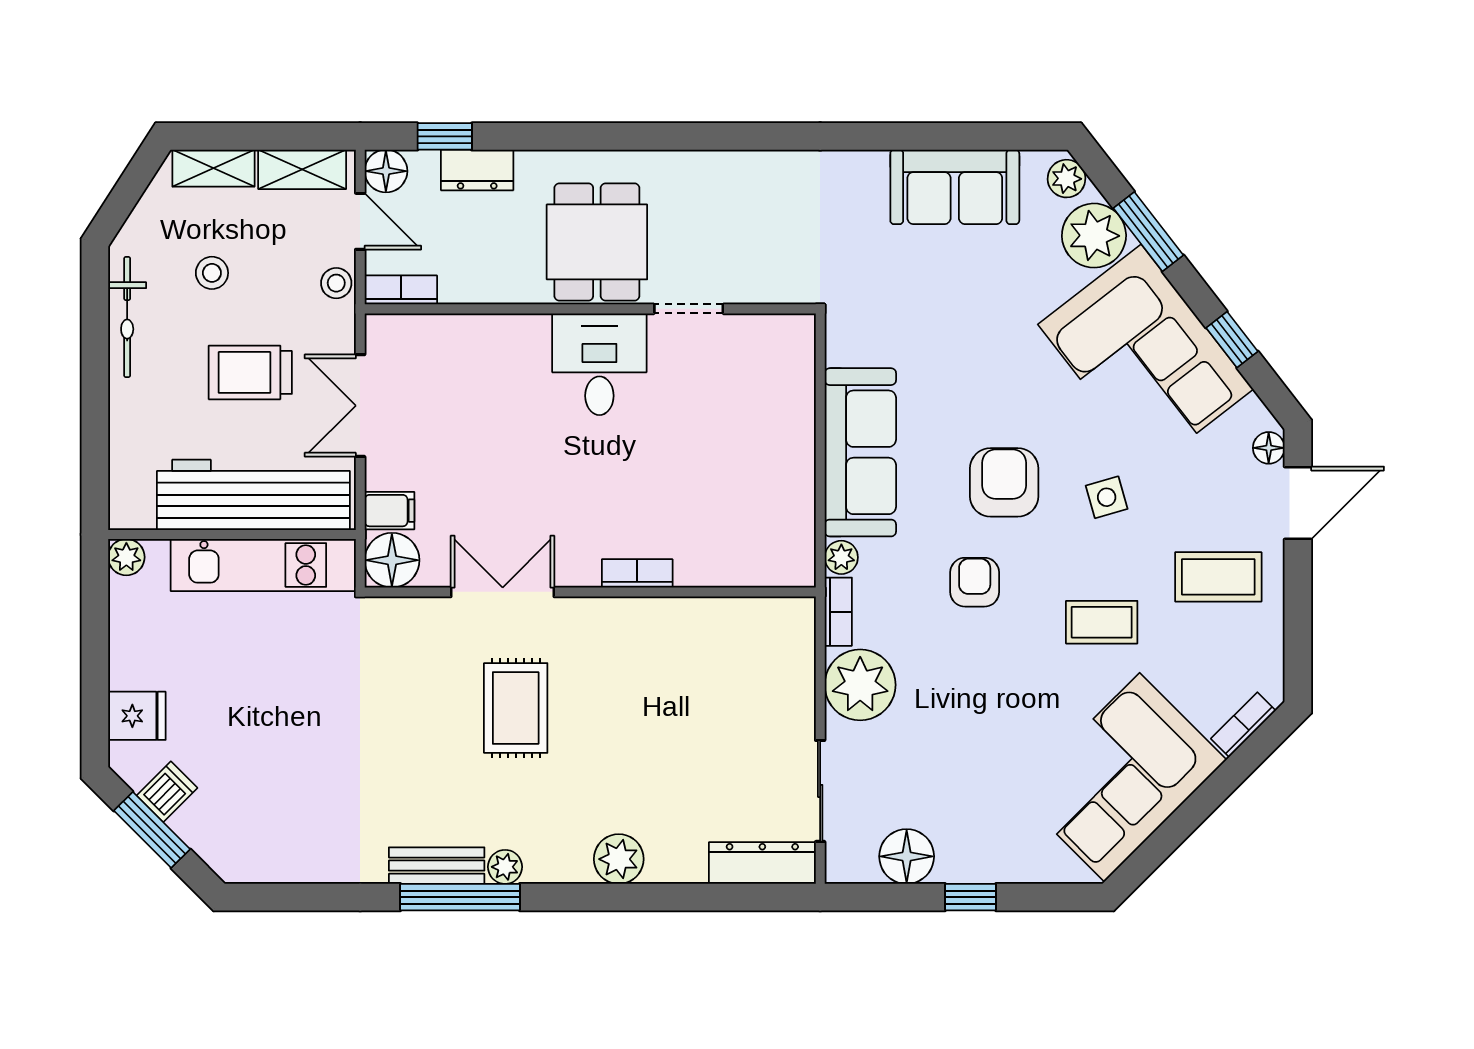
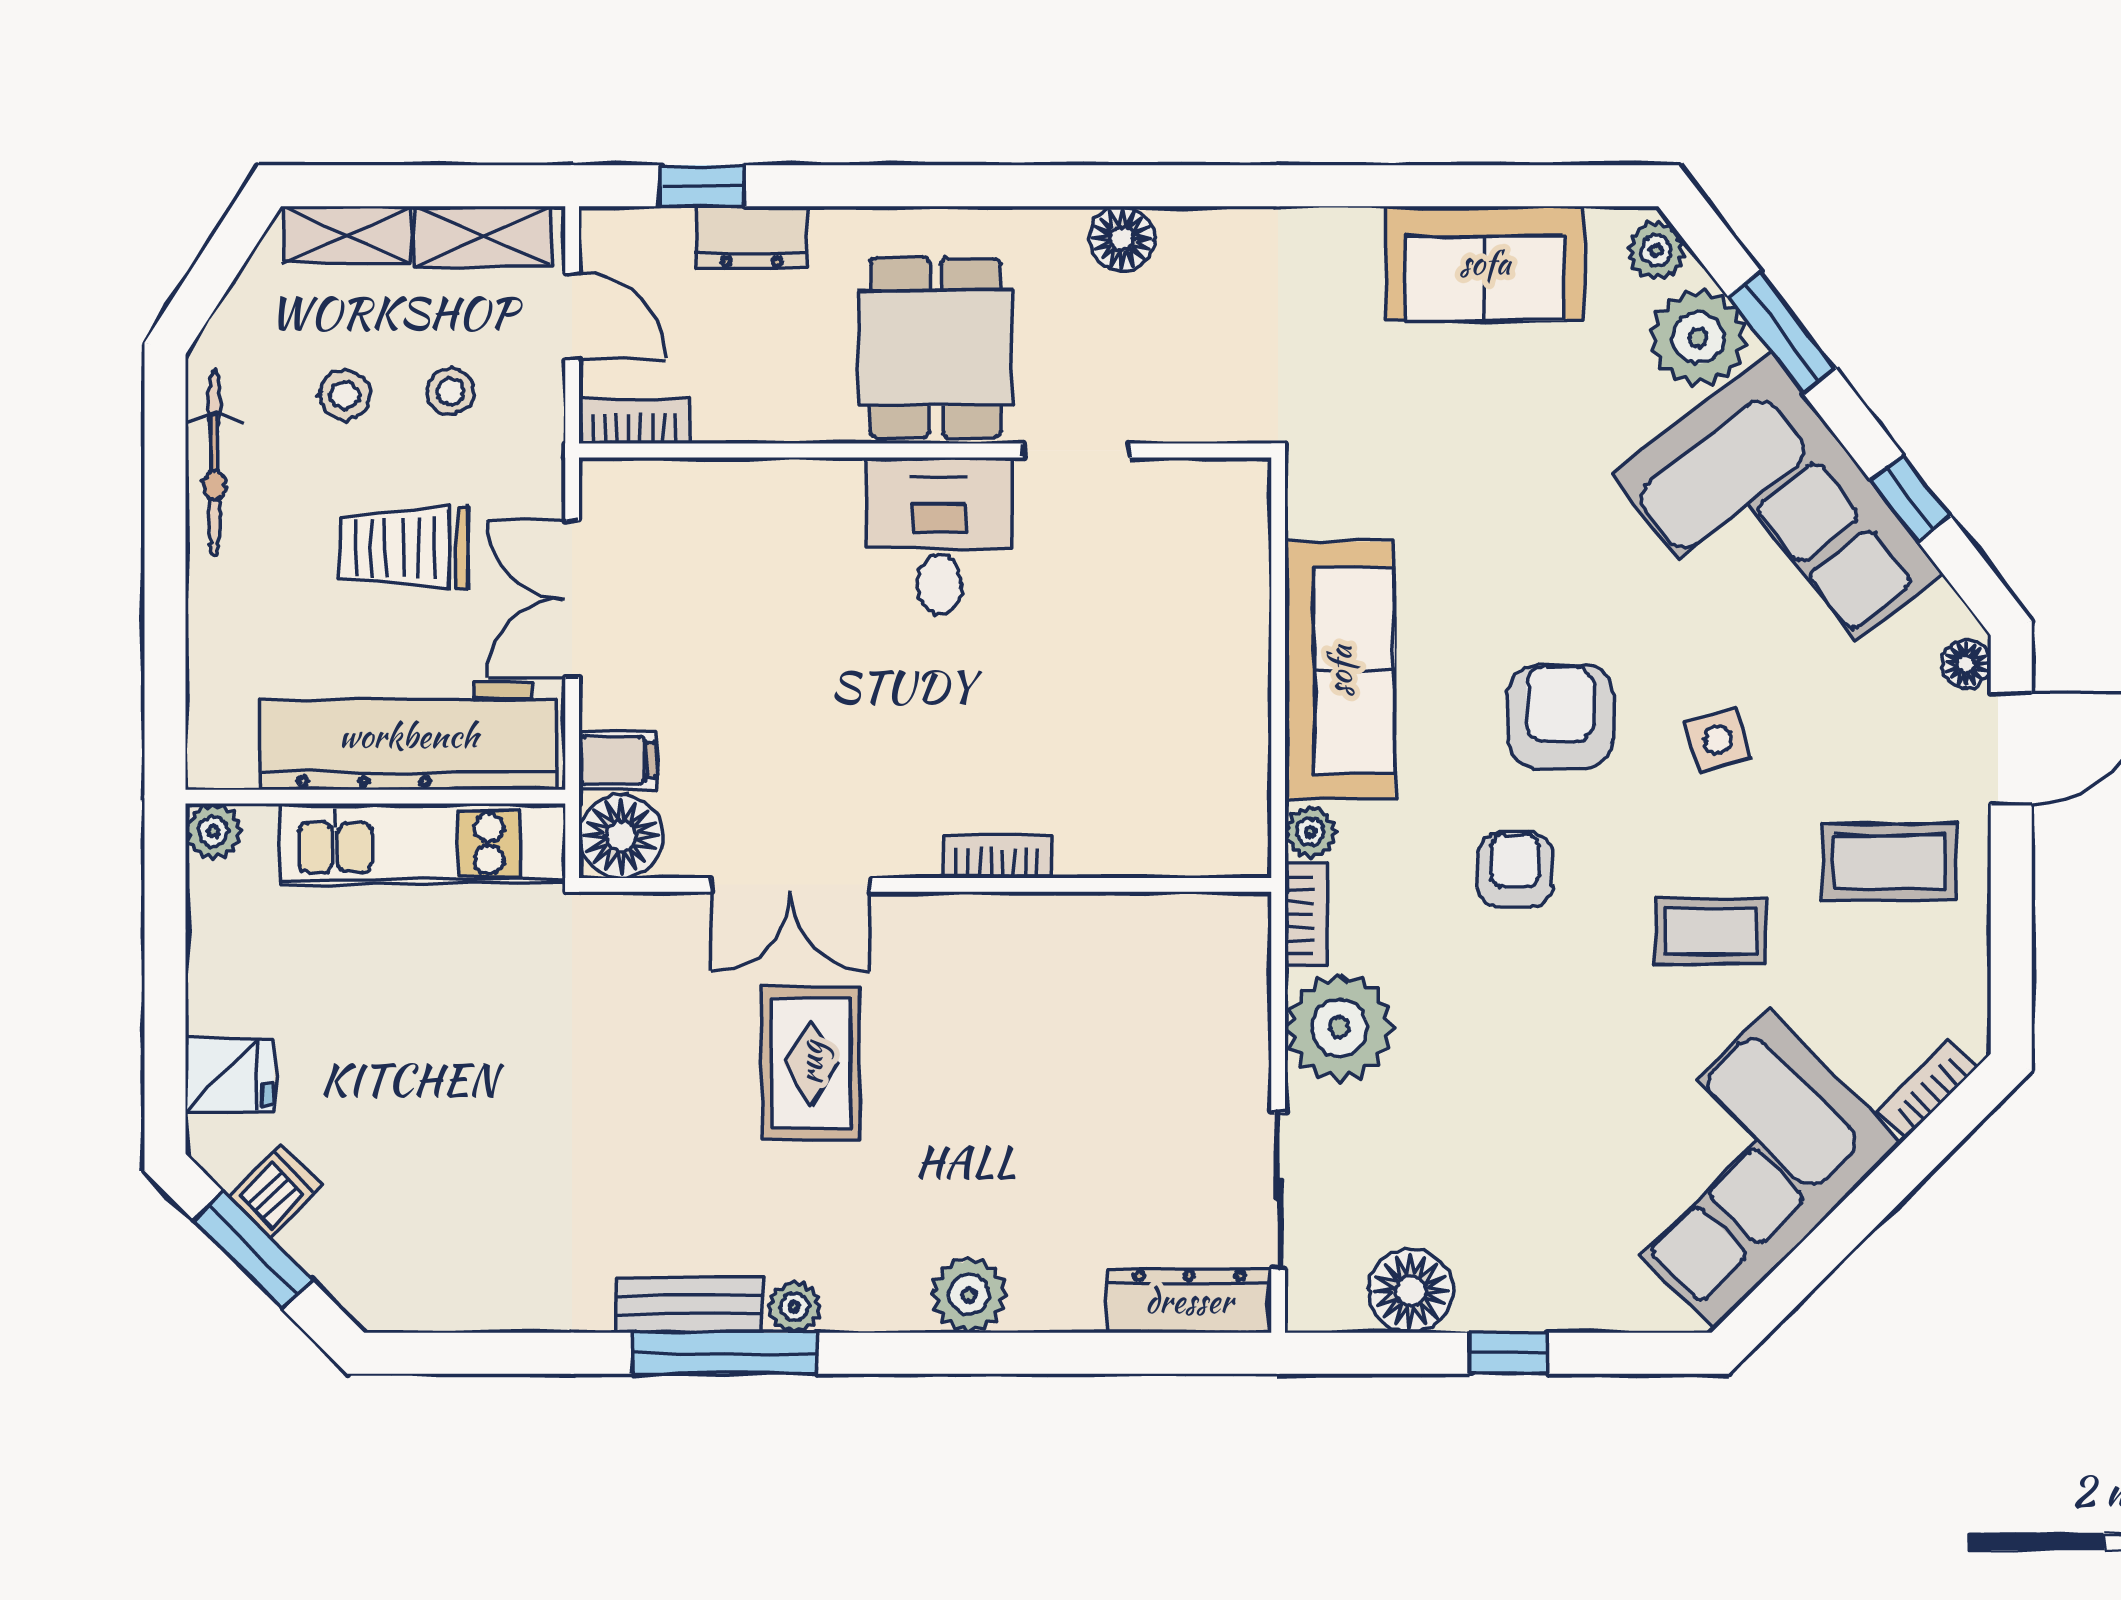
floor lamp: (386, 171) -> (1122, 239), moved
stool: (336, 283) -> (451, 391), moved
double door: (503, 592) -> (791, 885), swing flipped

